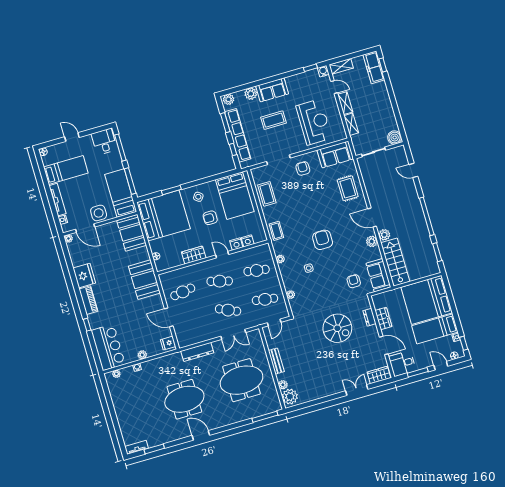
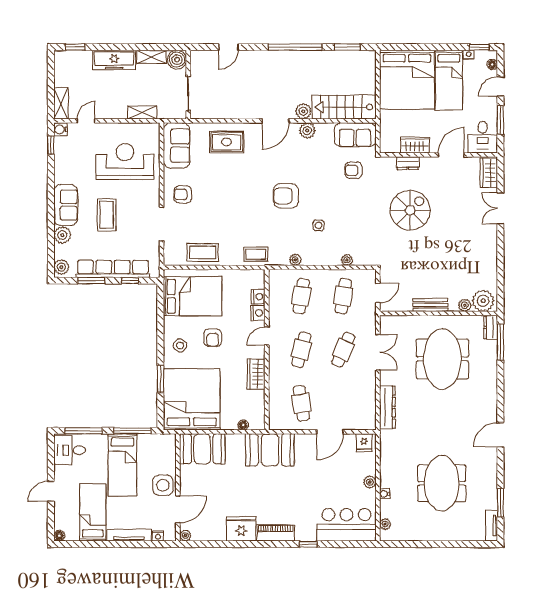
freezer: (374, 67) -> (114, 60), moved
shelving: (345, 103) -> (151, 57), moved
bed: (121, 193) -> (122, 465), moved, turned -90
door: (274, 323) -> (378, 293), hinge flipped
meeting table: (184, 399) -> (442, 483), moved
dresser: (273, 407) -> (491, 327), added

